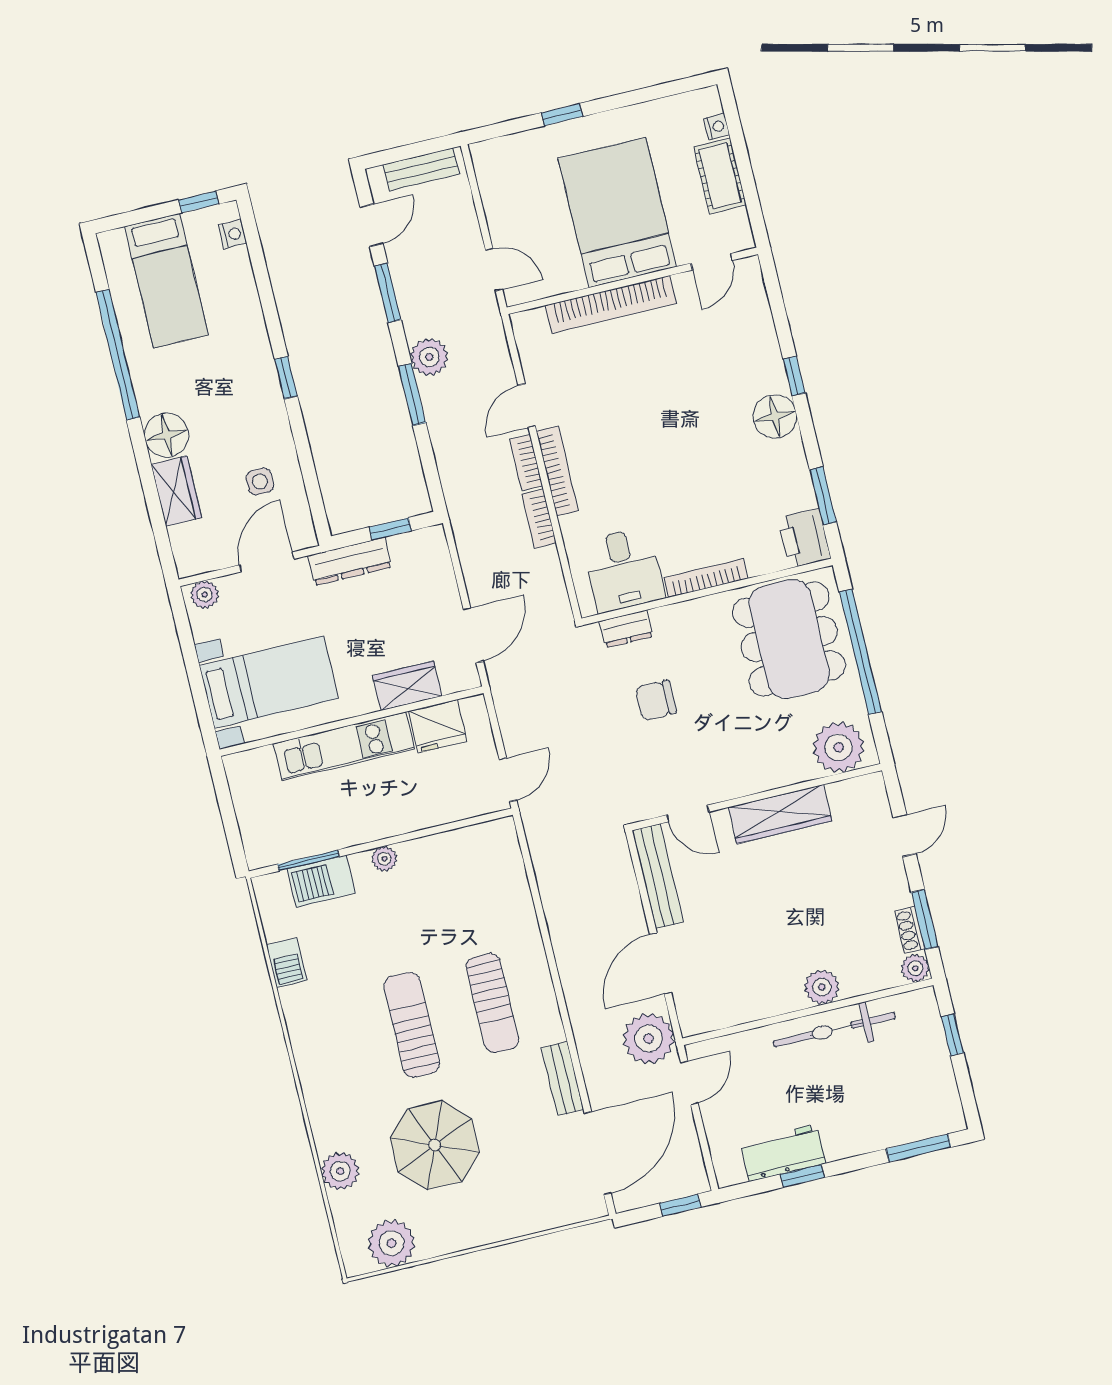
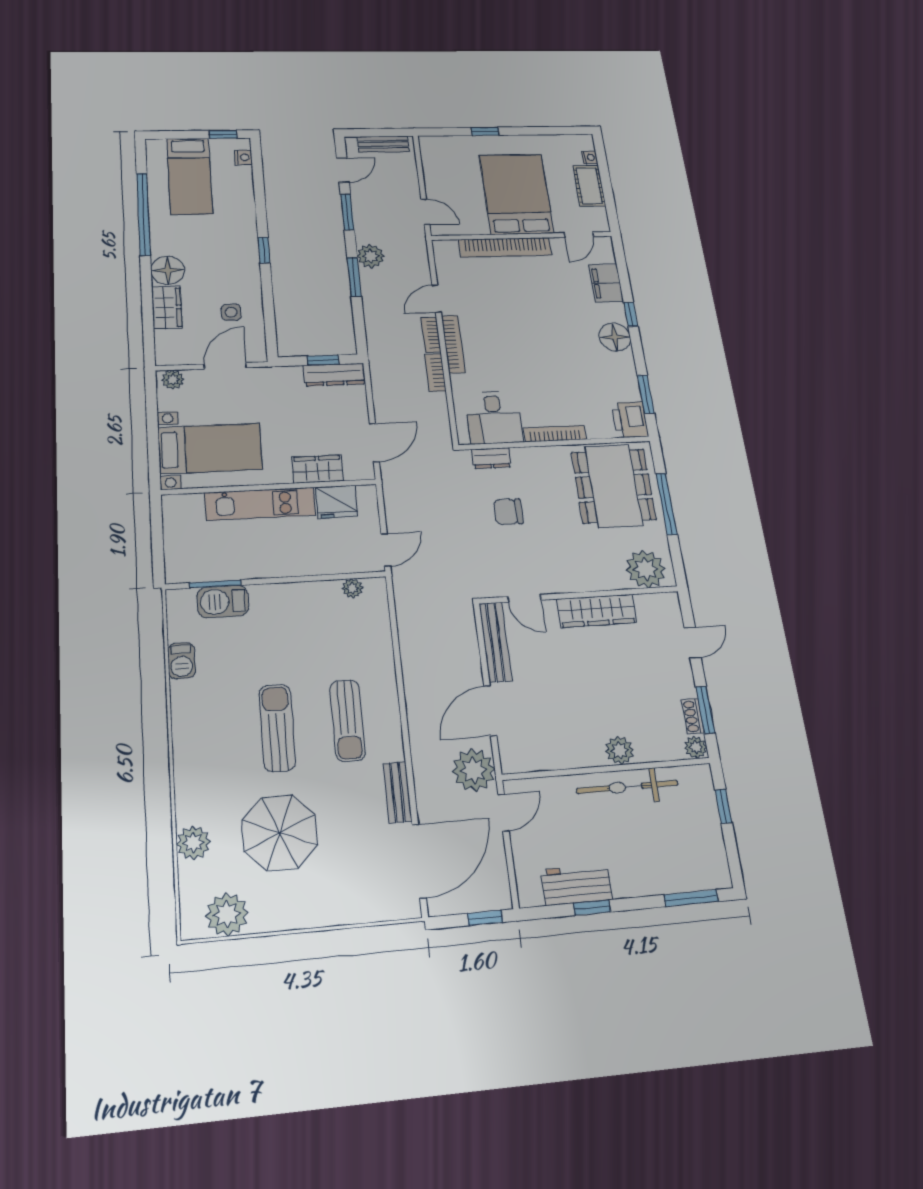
filing cabinet: (756, 333) -> (606, 283), added
dresser: (350, 561) -> (334, 375), moved
window: (860, 652) -> (666, 504), width x0.68
plant: (384, 859) -> (352, 588), moved

